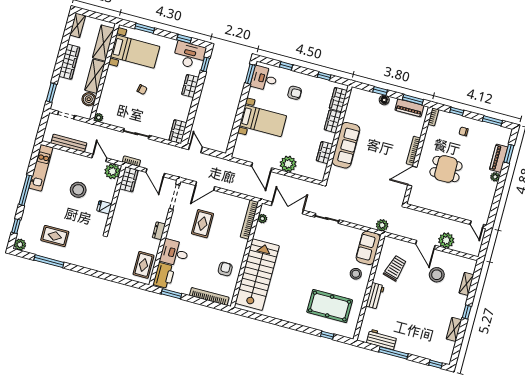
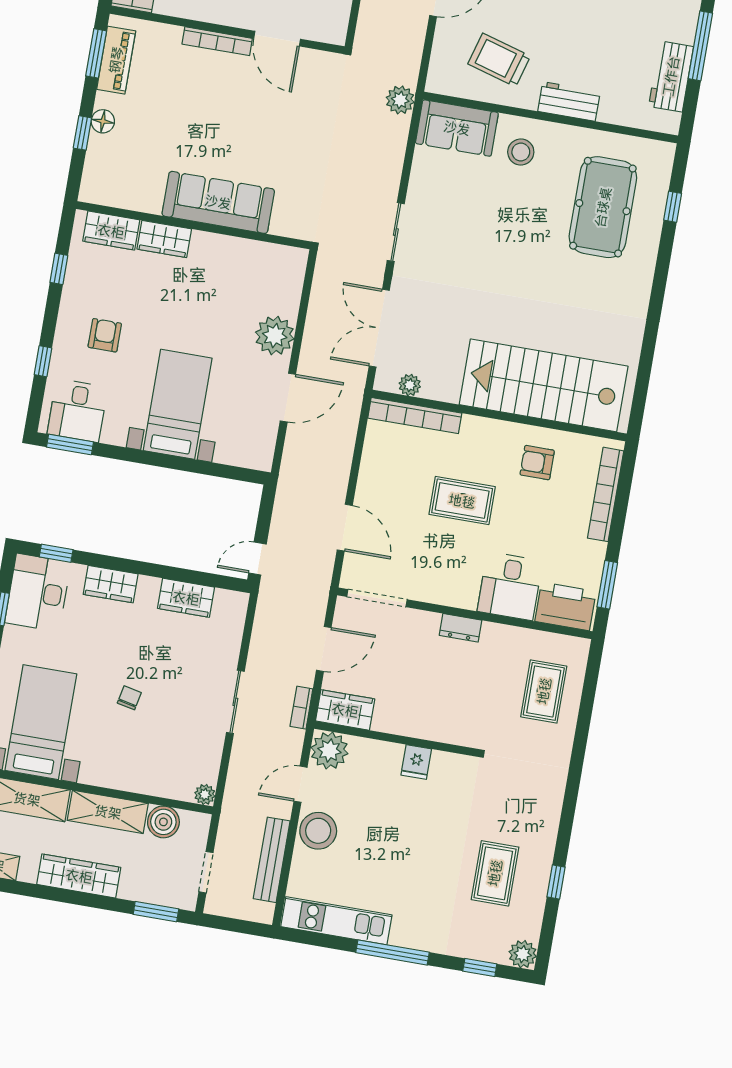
wardrobe: (178, 132) -> (186, 598), moved
wardrobe: (325, 153) -> (240, 252), removed
stool: (78, 190) -> (318, 831), moved
rug: (203, 224) -> (462, 501), moved
window: (49, 261) -> (556, 882), width x0.46
rug: (143, 265) -> (544, 691), moved, turned 90

